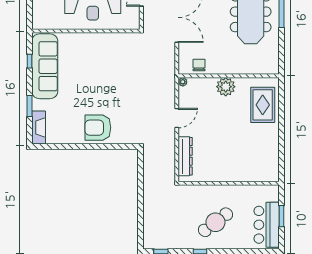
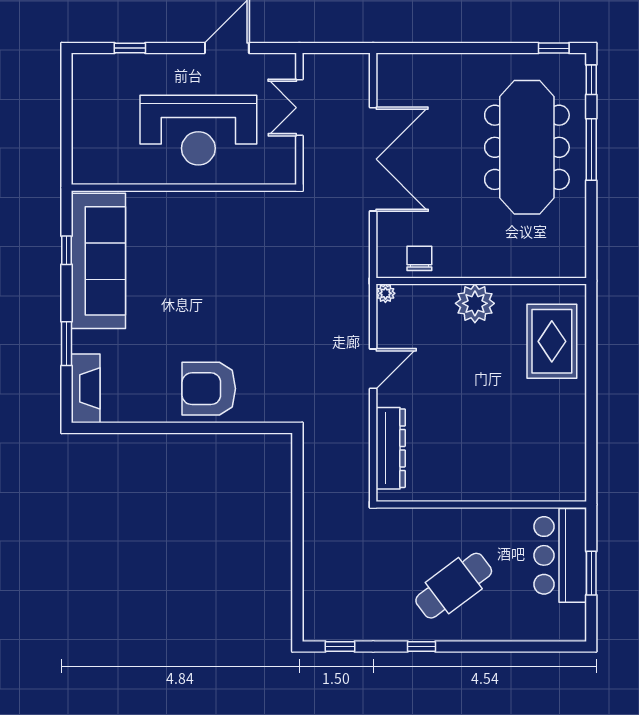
bar counter: (267, 225) -> (560, 555), moved

